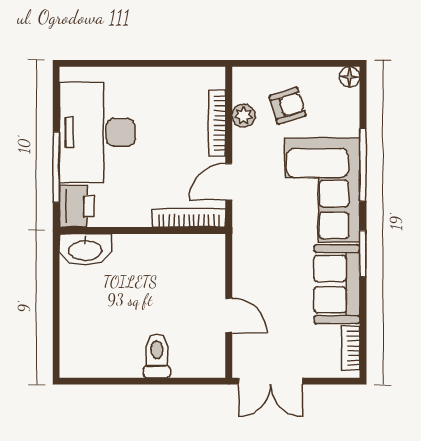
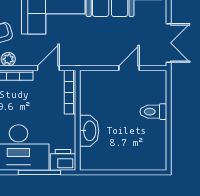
door: (229, 182) -> (48, 68), swing flipped
washbasin: (85, 250) -> (89, 131), moved

